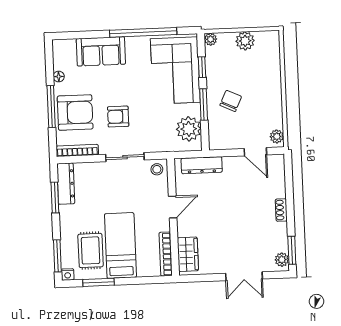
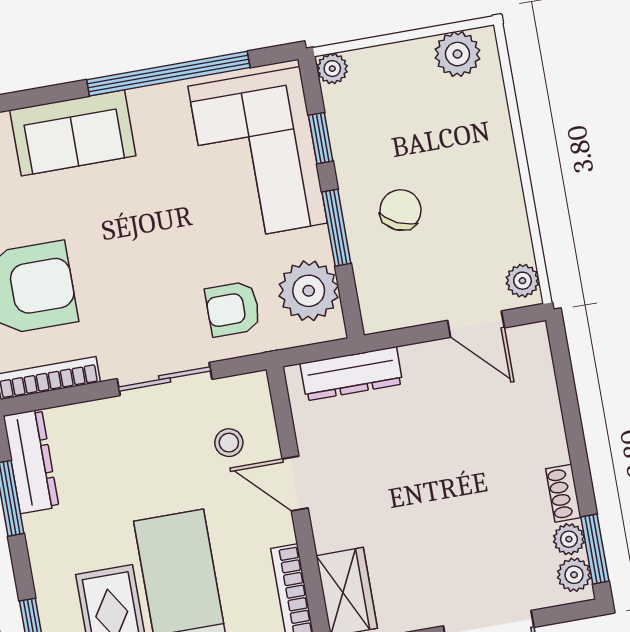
plant: (245, 41) -> (457, 54), moved
armchair: (118, 117) -> (233, 309), moved
stool: (157, 169) -> (229, 443), moved
door: (173, 207) -> (295, 484), swing flipped
shoe rack: (281, 210) -> (563, 493), moved
plant: (282, 245) -> (569, 539), added

